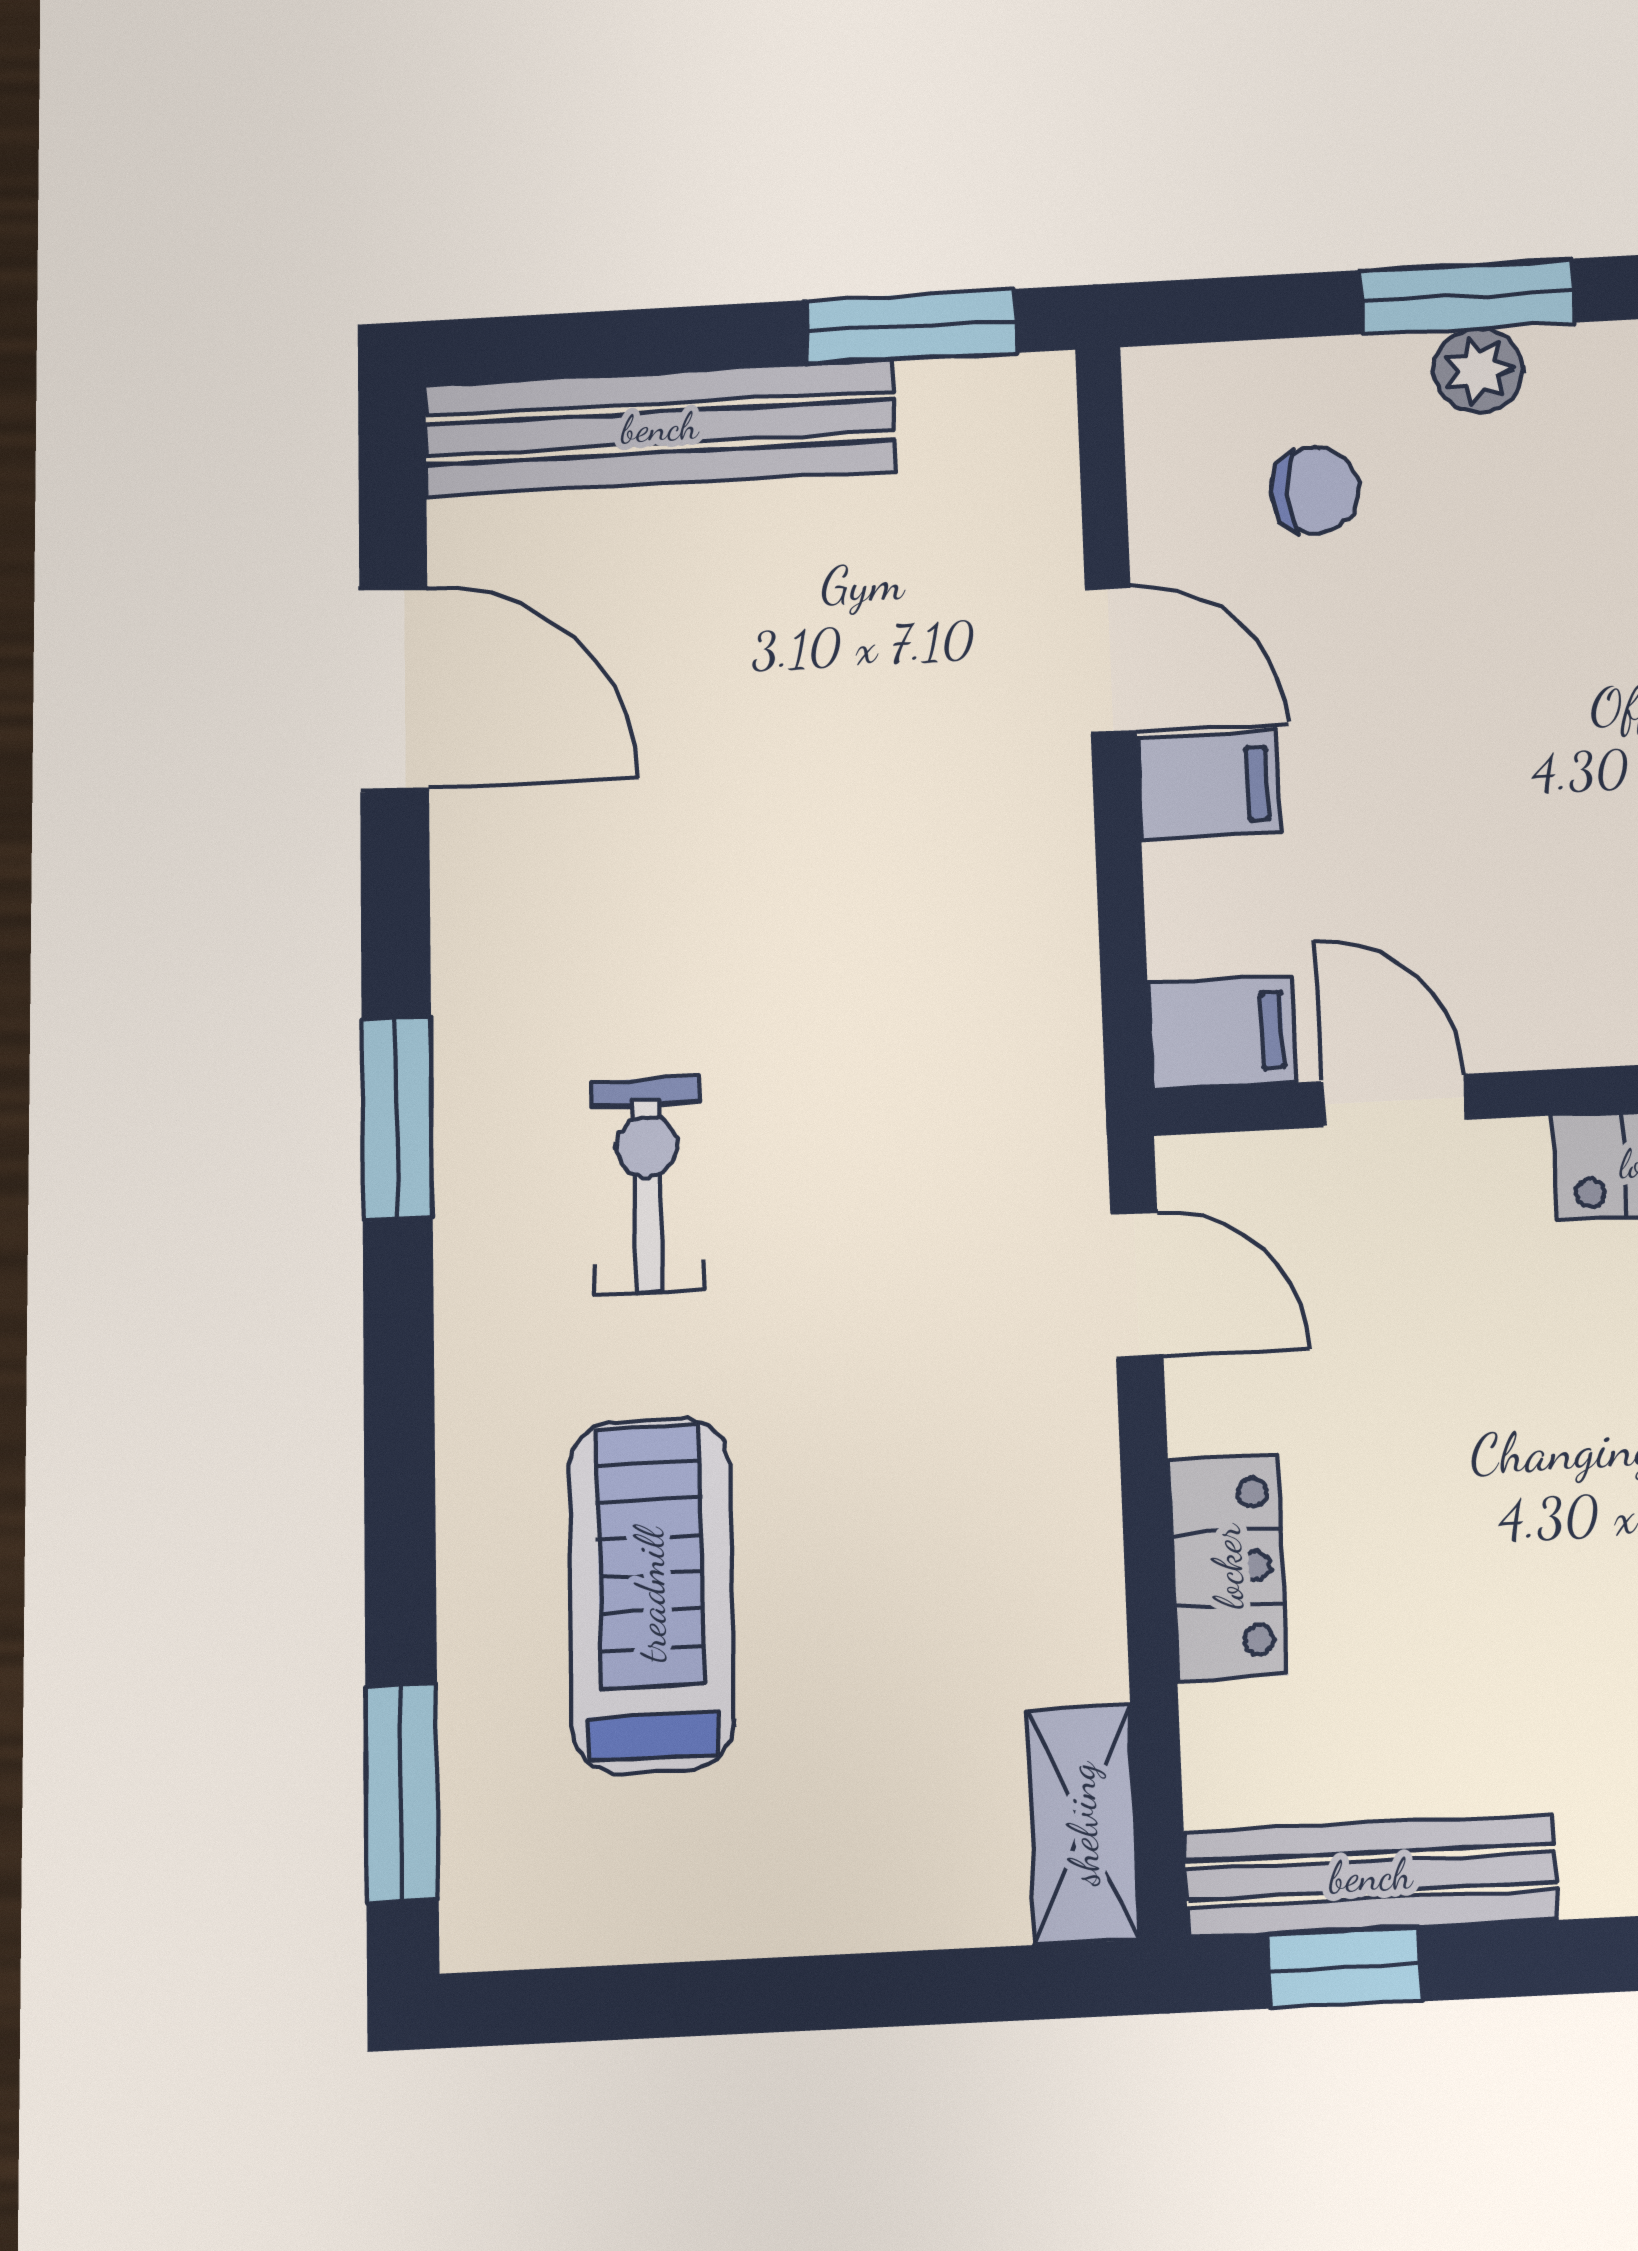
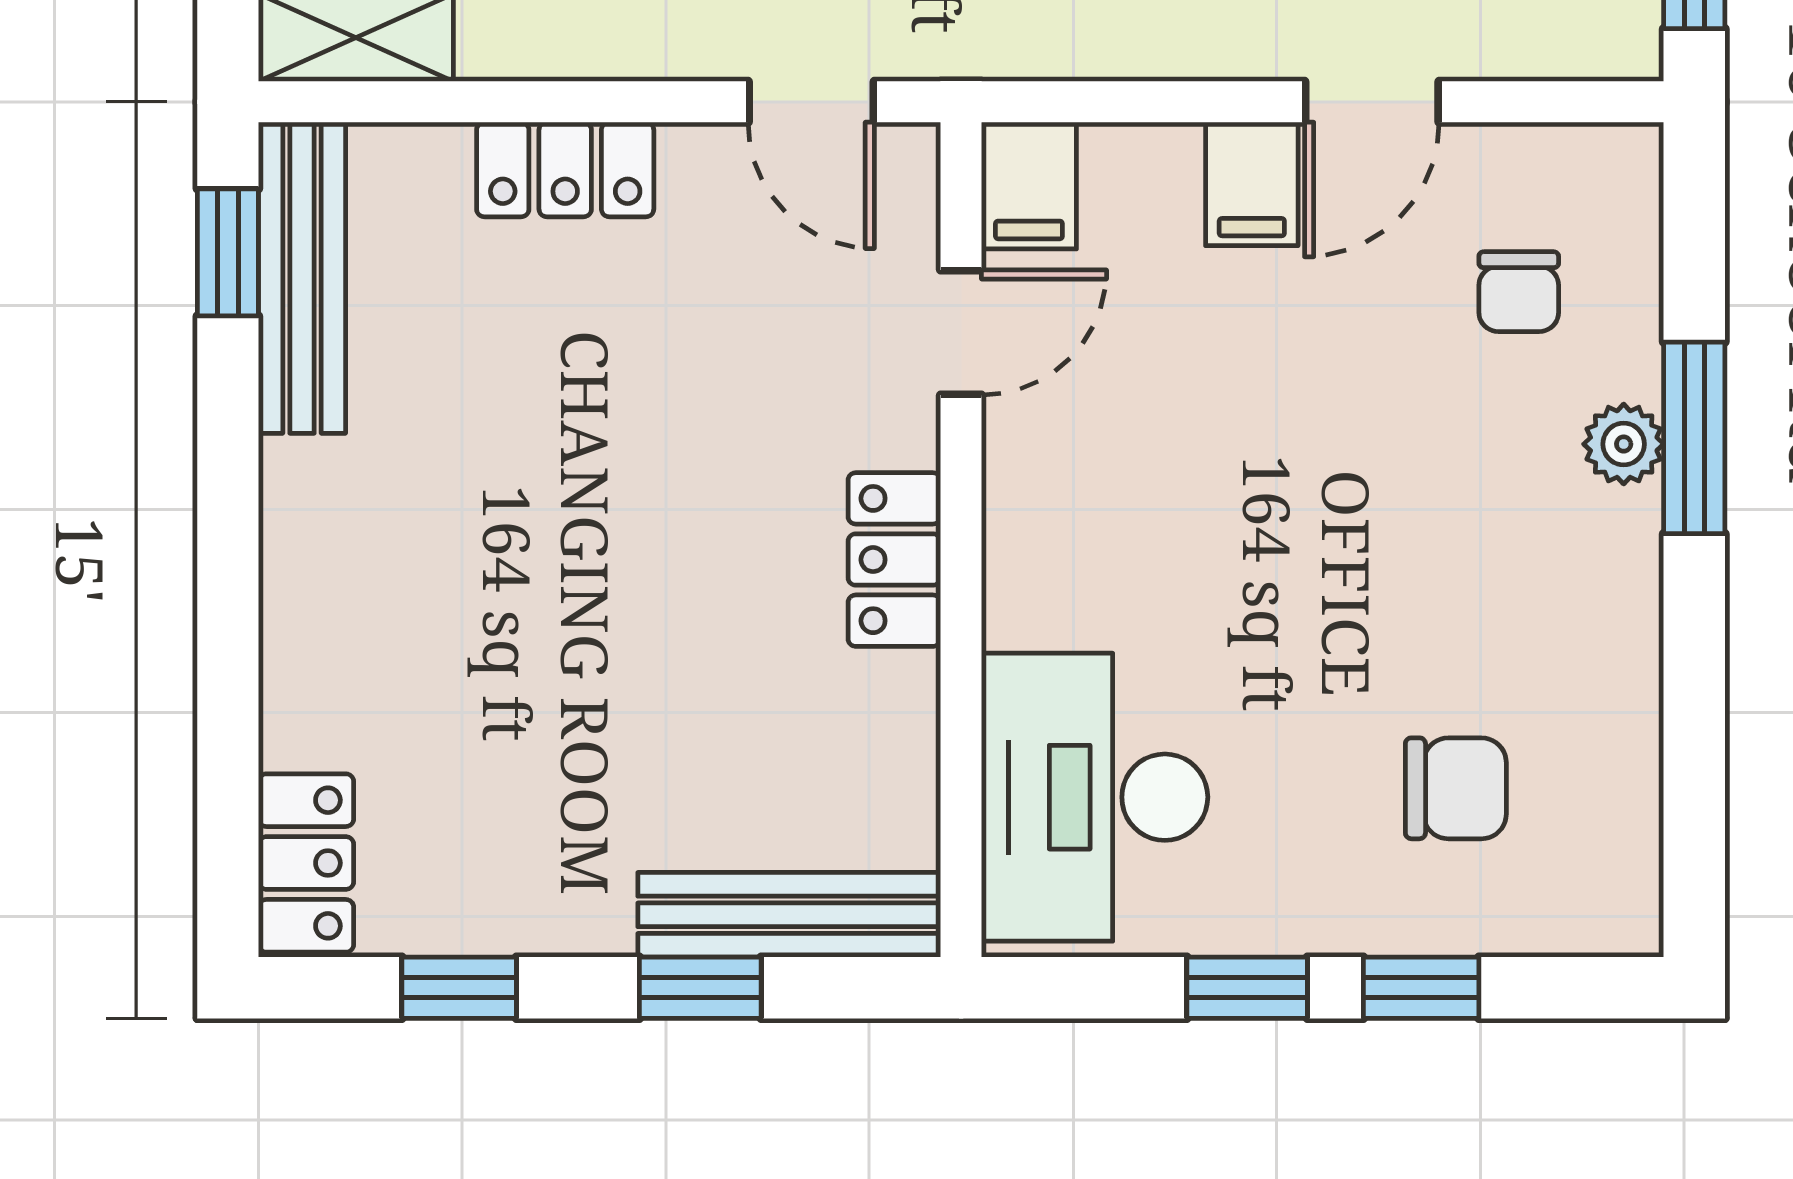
door: (1137, 1285) -> (811, 102), hinge flipped

